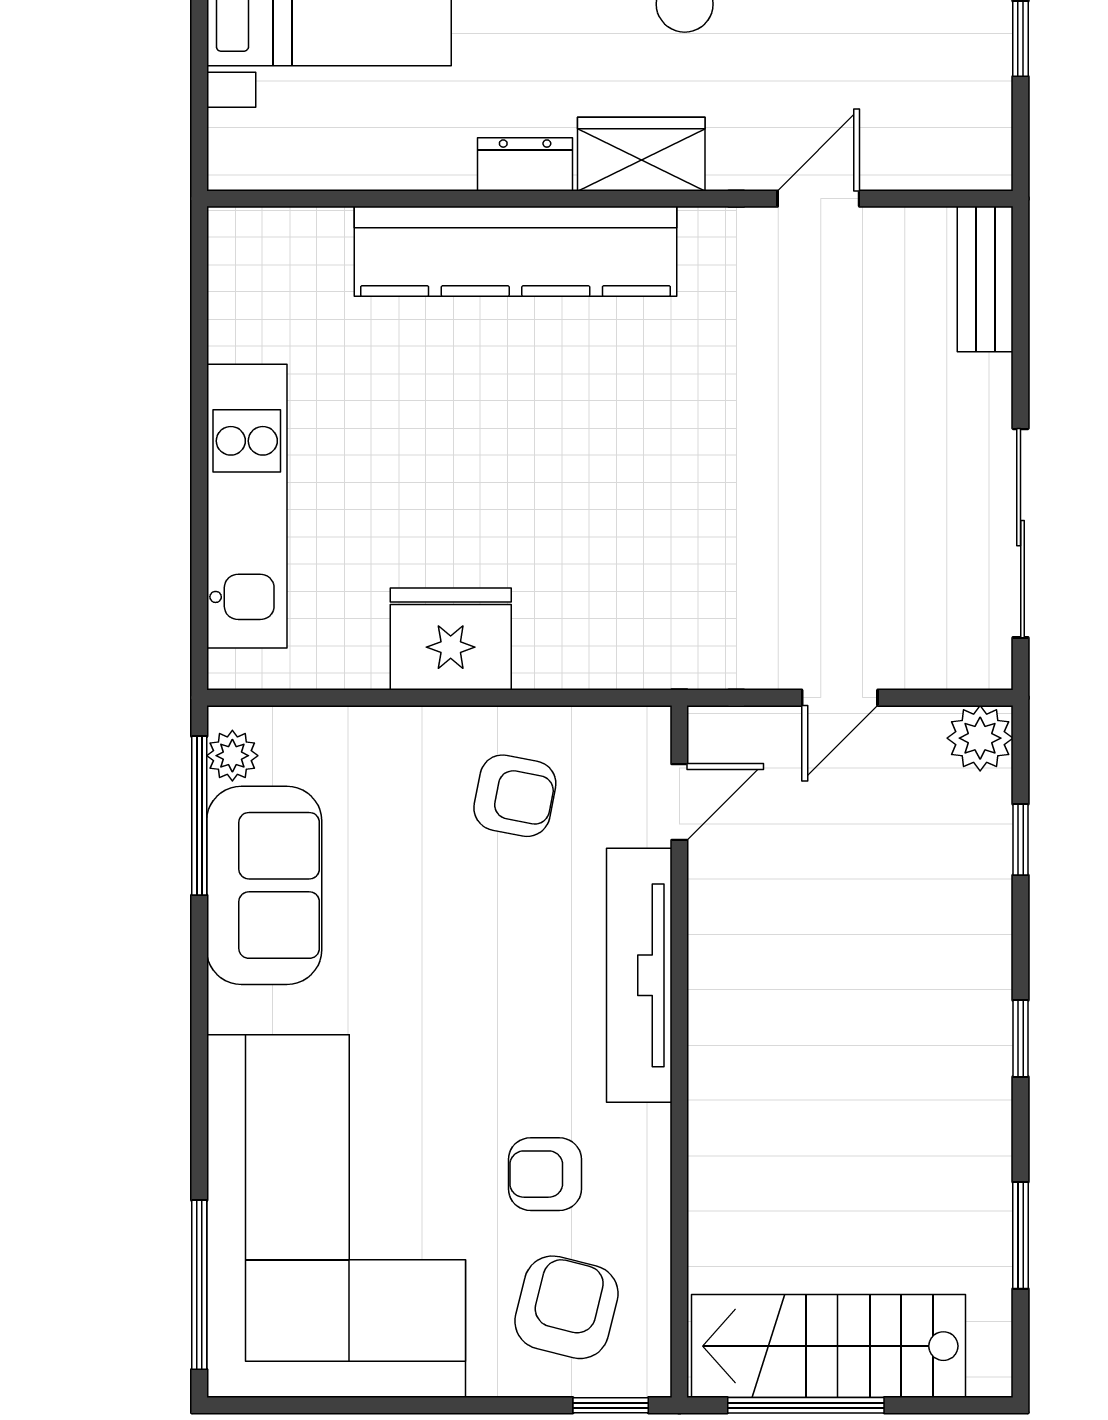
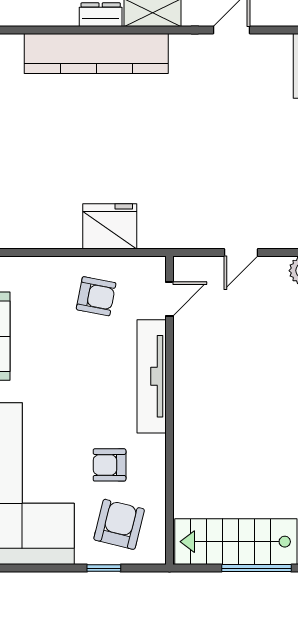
fridge: (451, 639) -> (110, 226), moved
window: (611, 1405) -> (104, 568), moved
window: (806, 1405) -> (256, 568), moved

